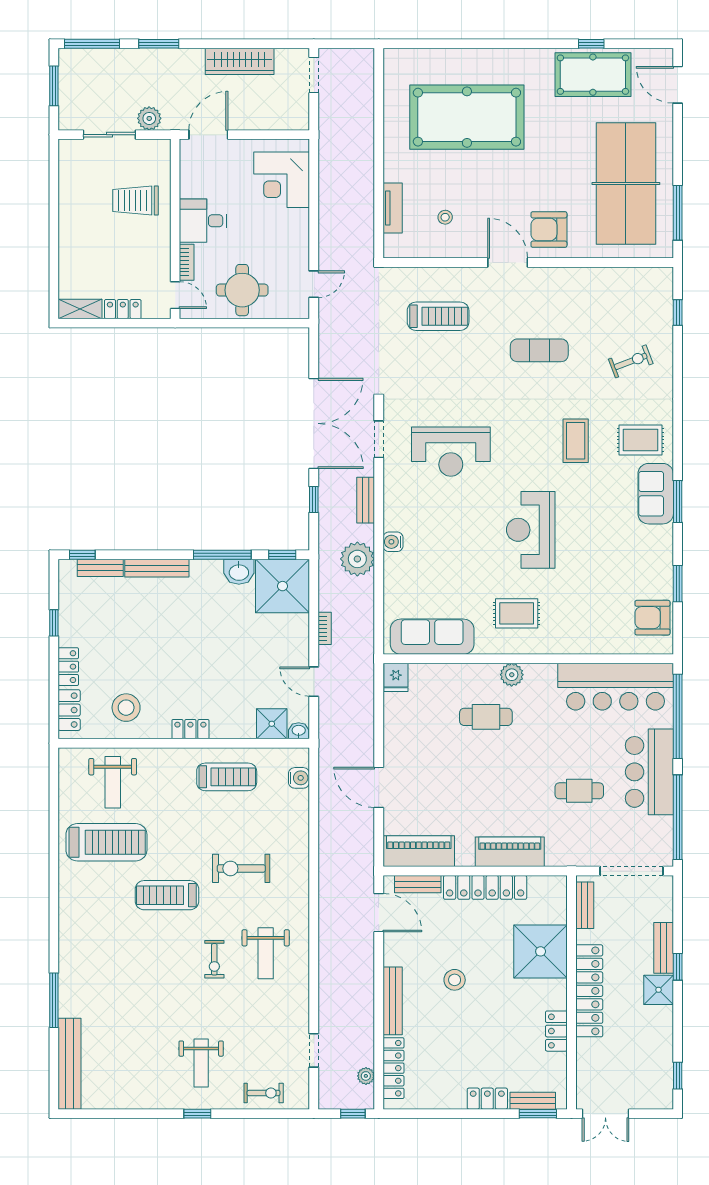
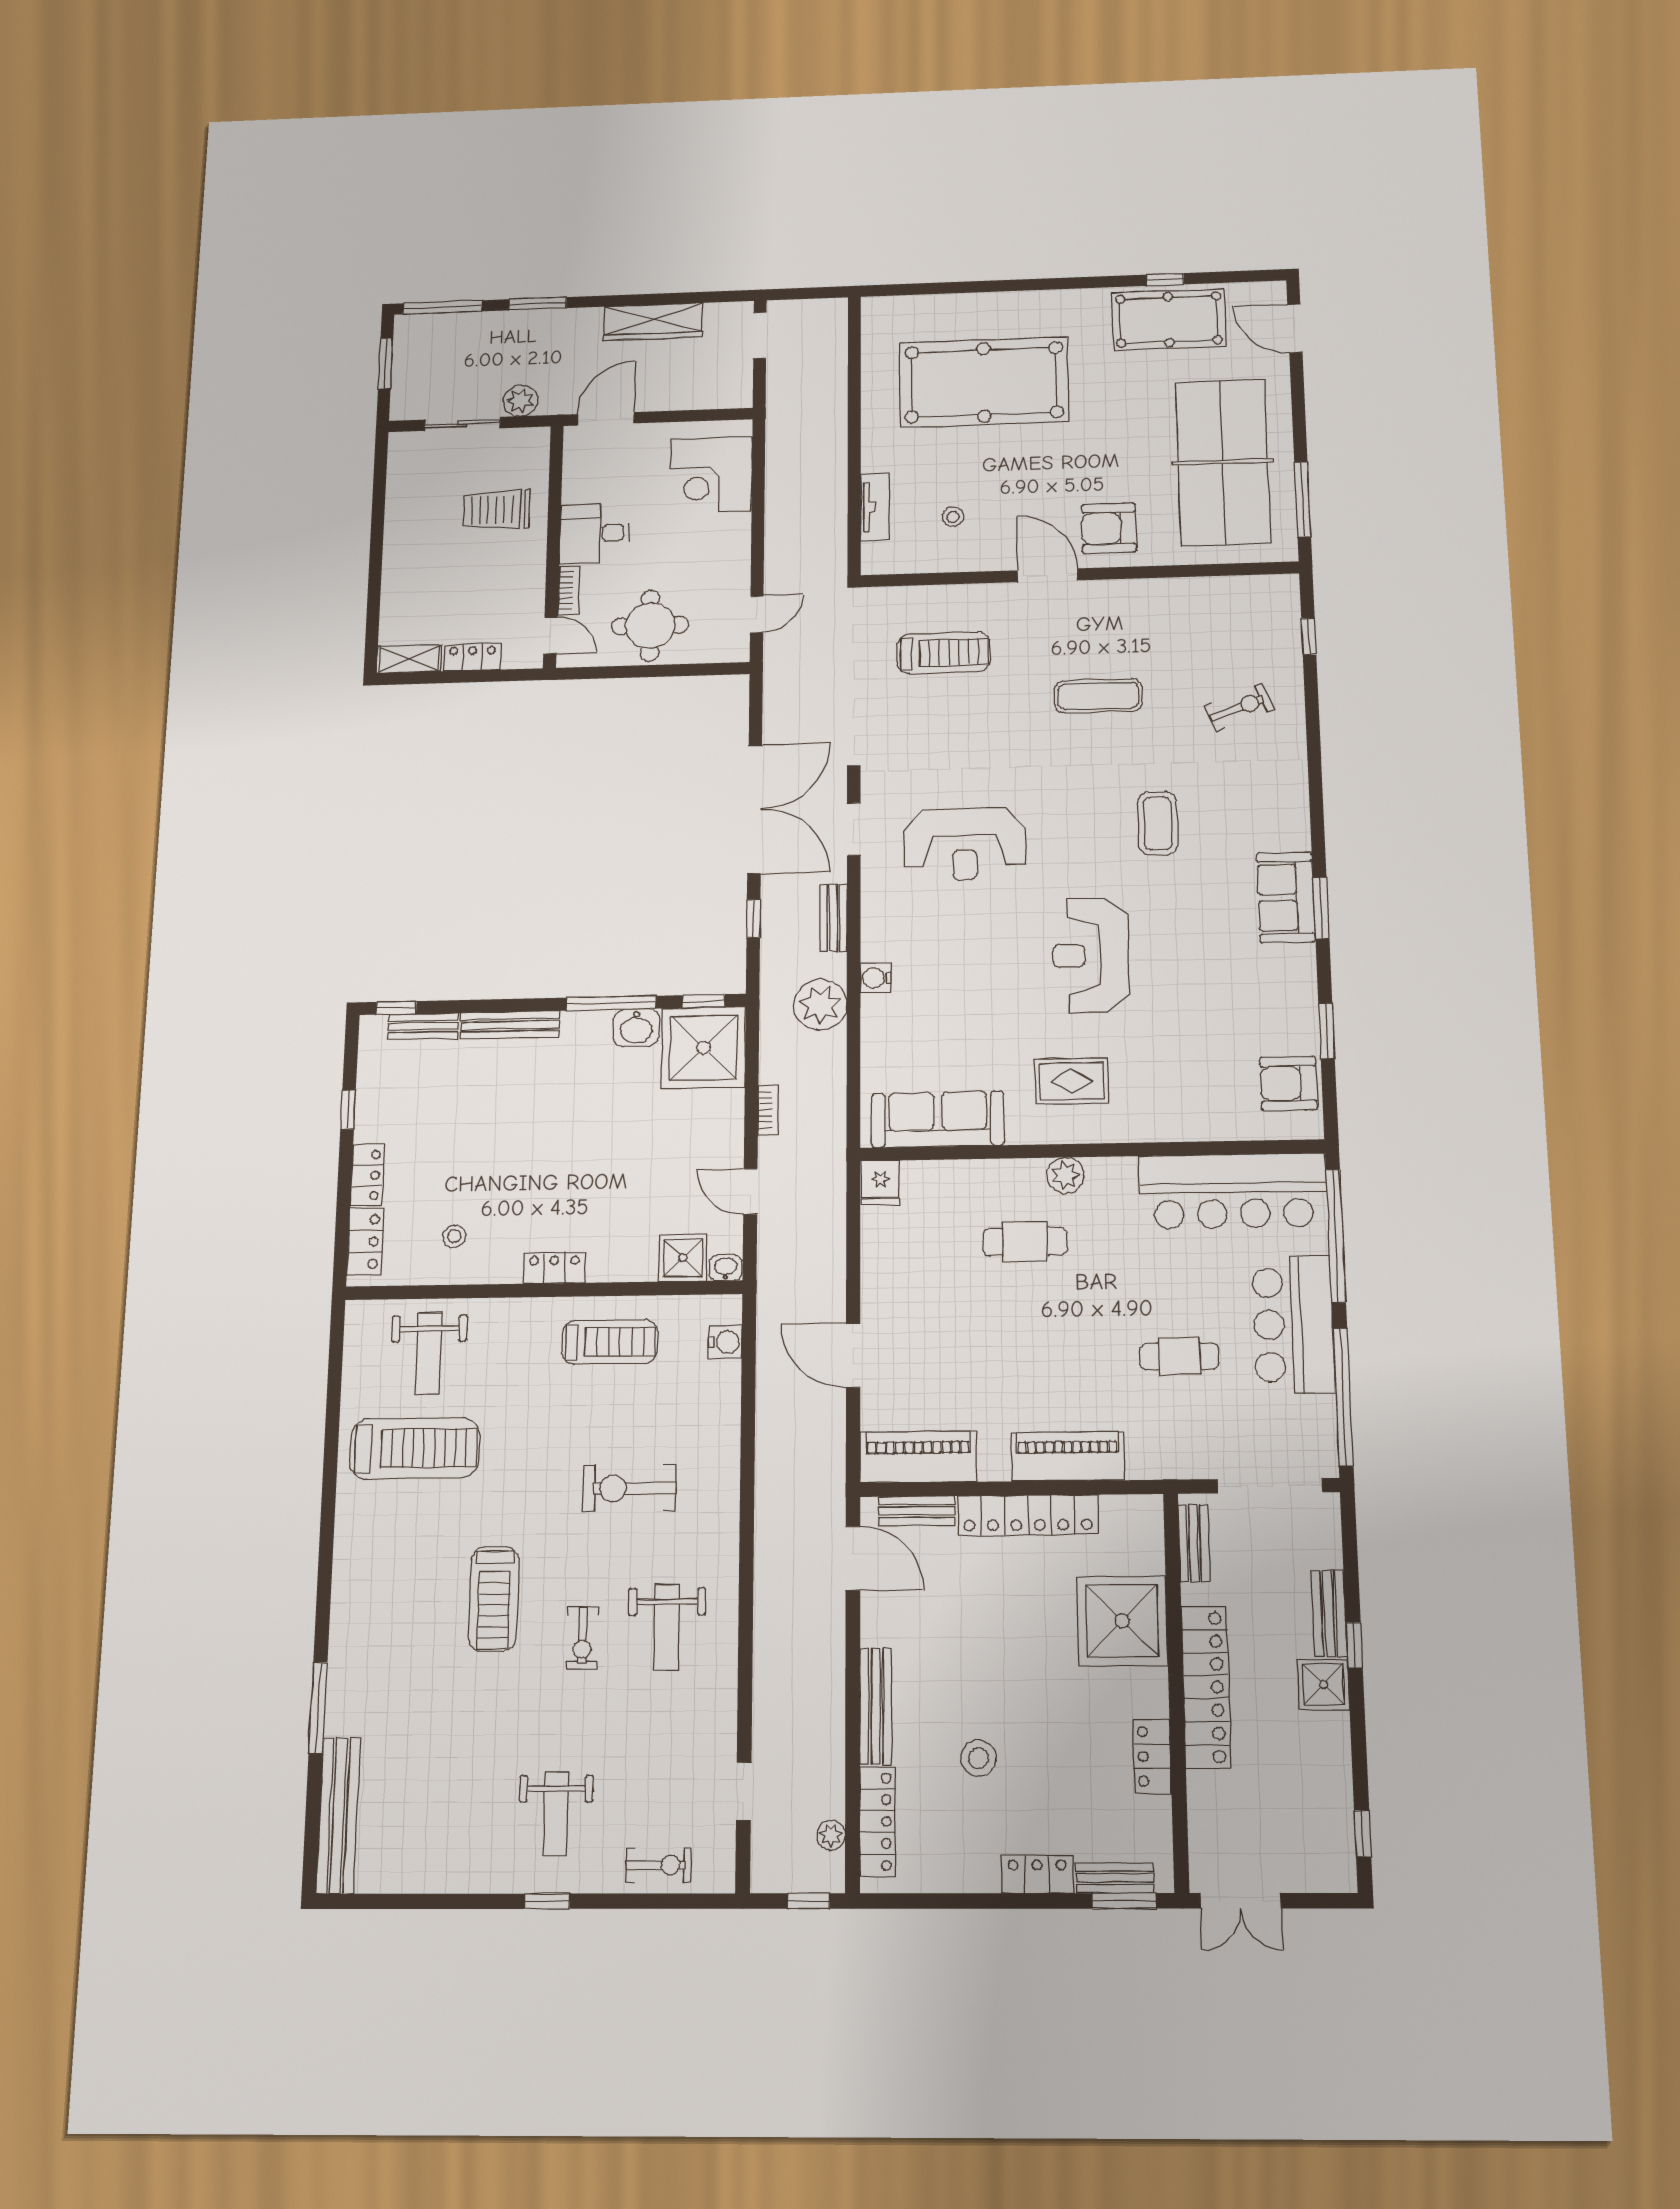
rug: (641, 440) -> (1259, 820), removed
stool: (126, 708) -> (454, 1236), width x0.53, depth x0.53
treadmill: (167, 895) -> (494, 1599), moved, turned -90
stool: (455, 980) -> (979, 1758), moved

